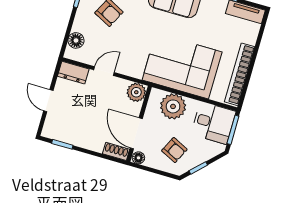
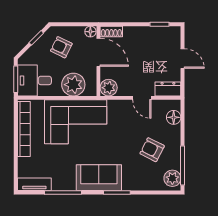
door: (104, 71) -> (142, 98), hinge flipped

